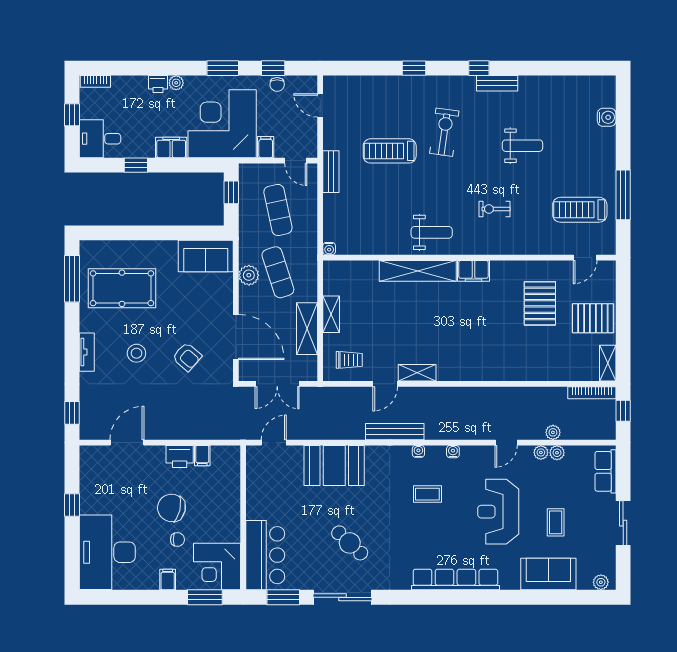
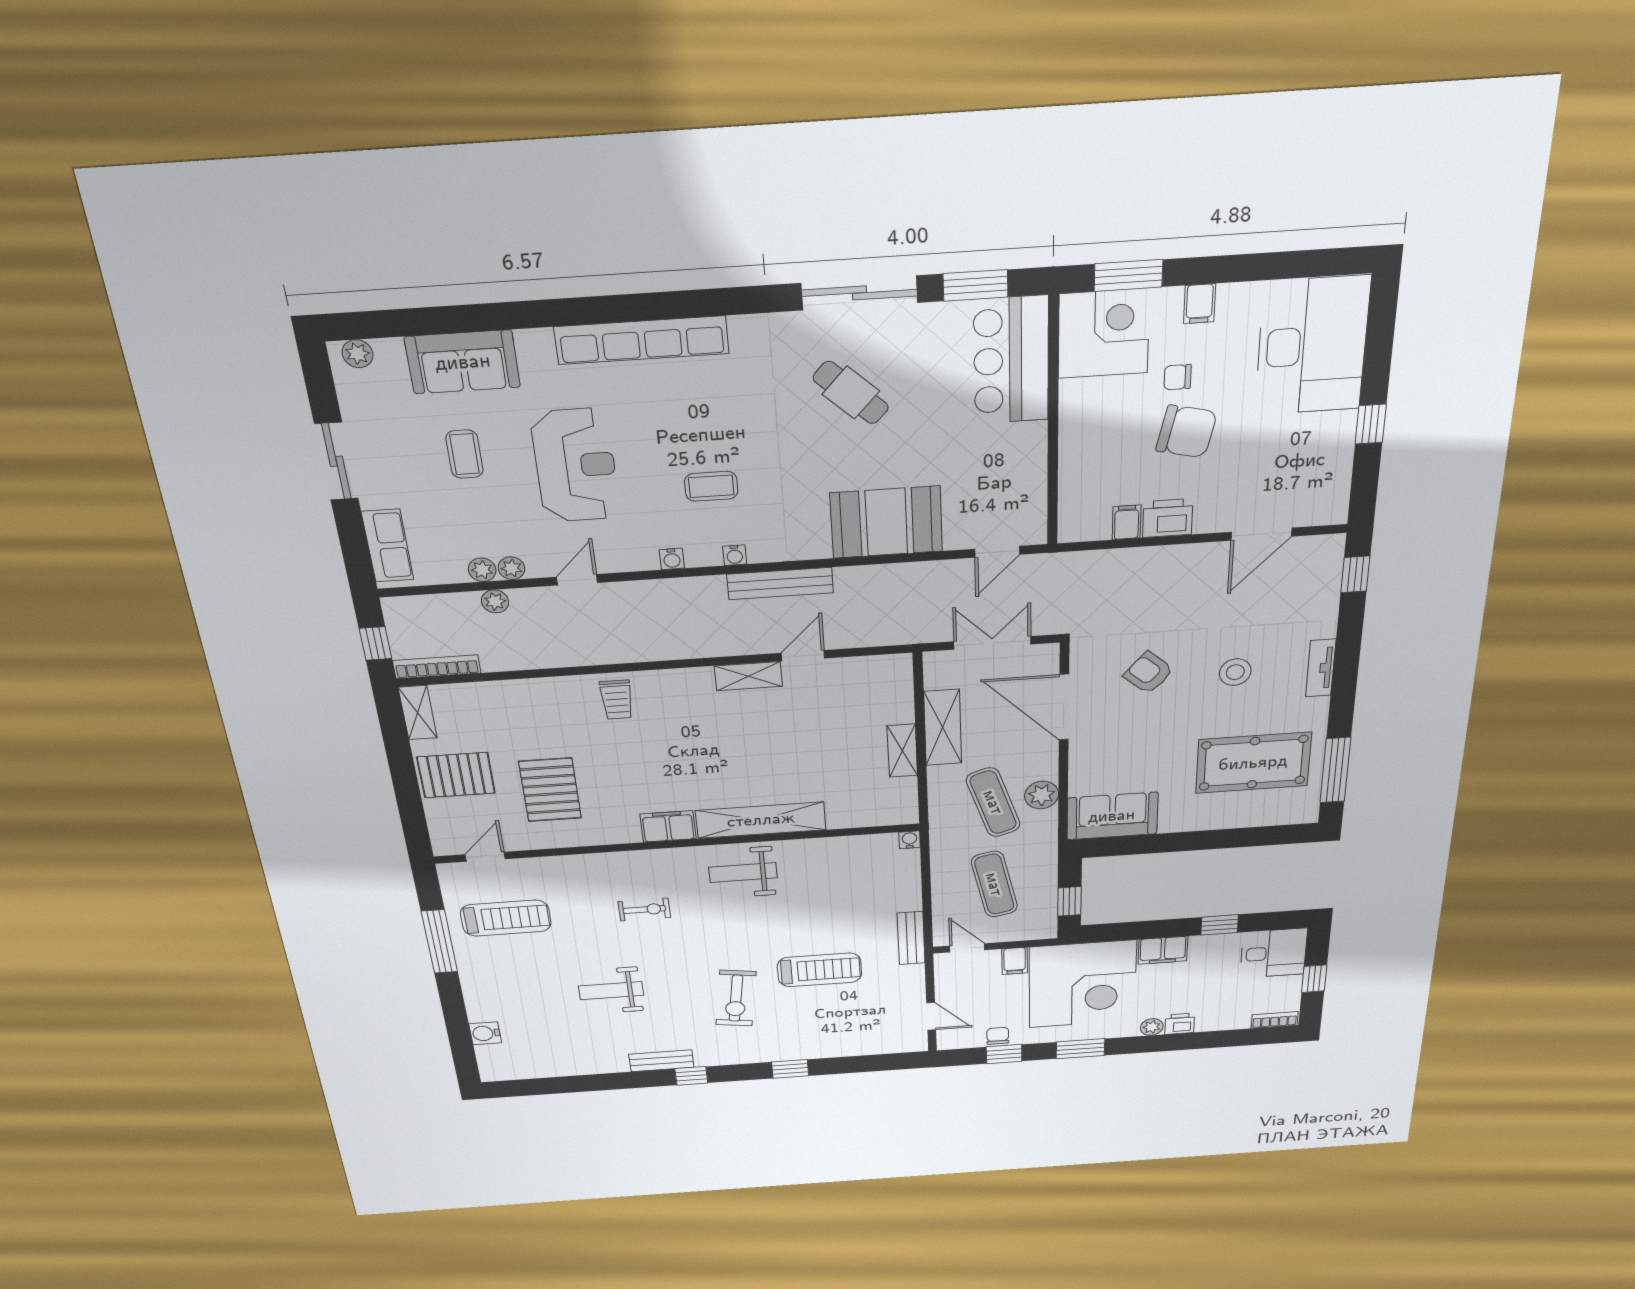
trolley: (349, 360) -> (617, 700), moved, turned -90

